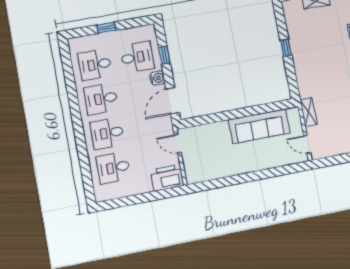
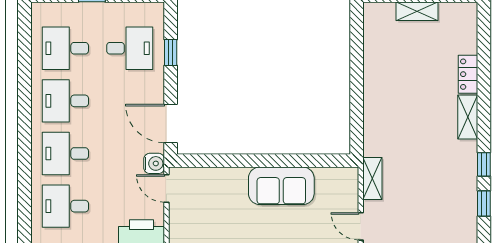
window: (286, 48) -> (357, 75), removed
water cooler: (157, 78) -> (154, 163), moved
door: (173, 101) -> (171, 124), hinge flipped
sofa: (259, 126) -> (281, 186), width x0.73

